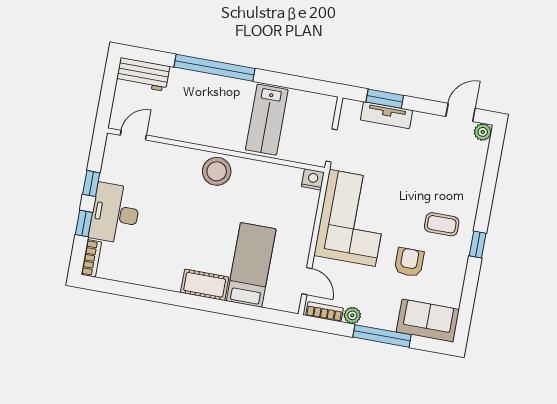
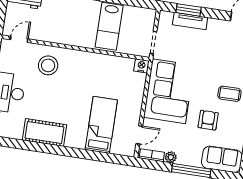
stool: (217, 171) -> (48, 65), moved
door: (307, 281) -> (139, 135), hinge flipped
cot: (205, 285) -> (44, 132), moved, width x1.37, depth x1.34

